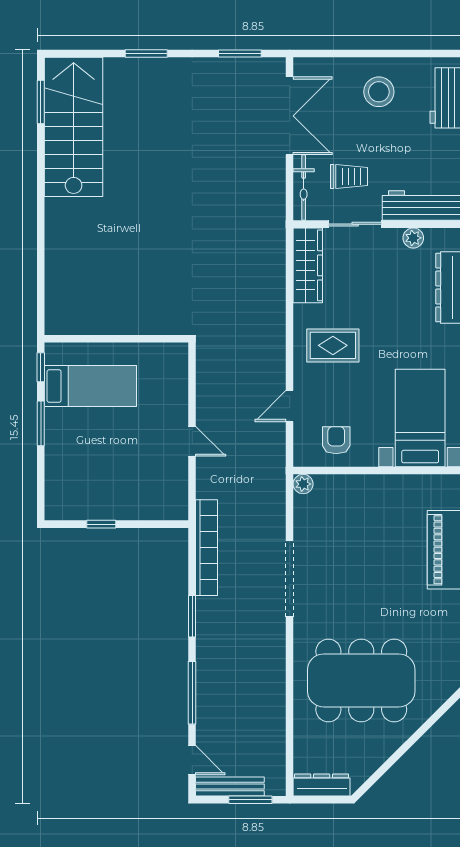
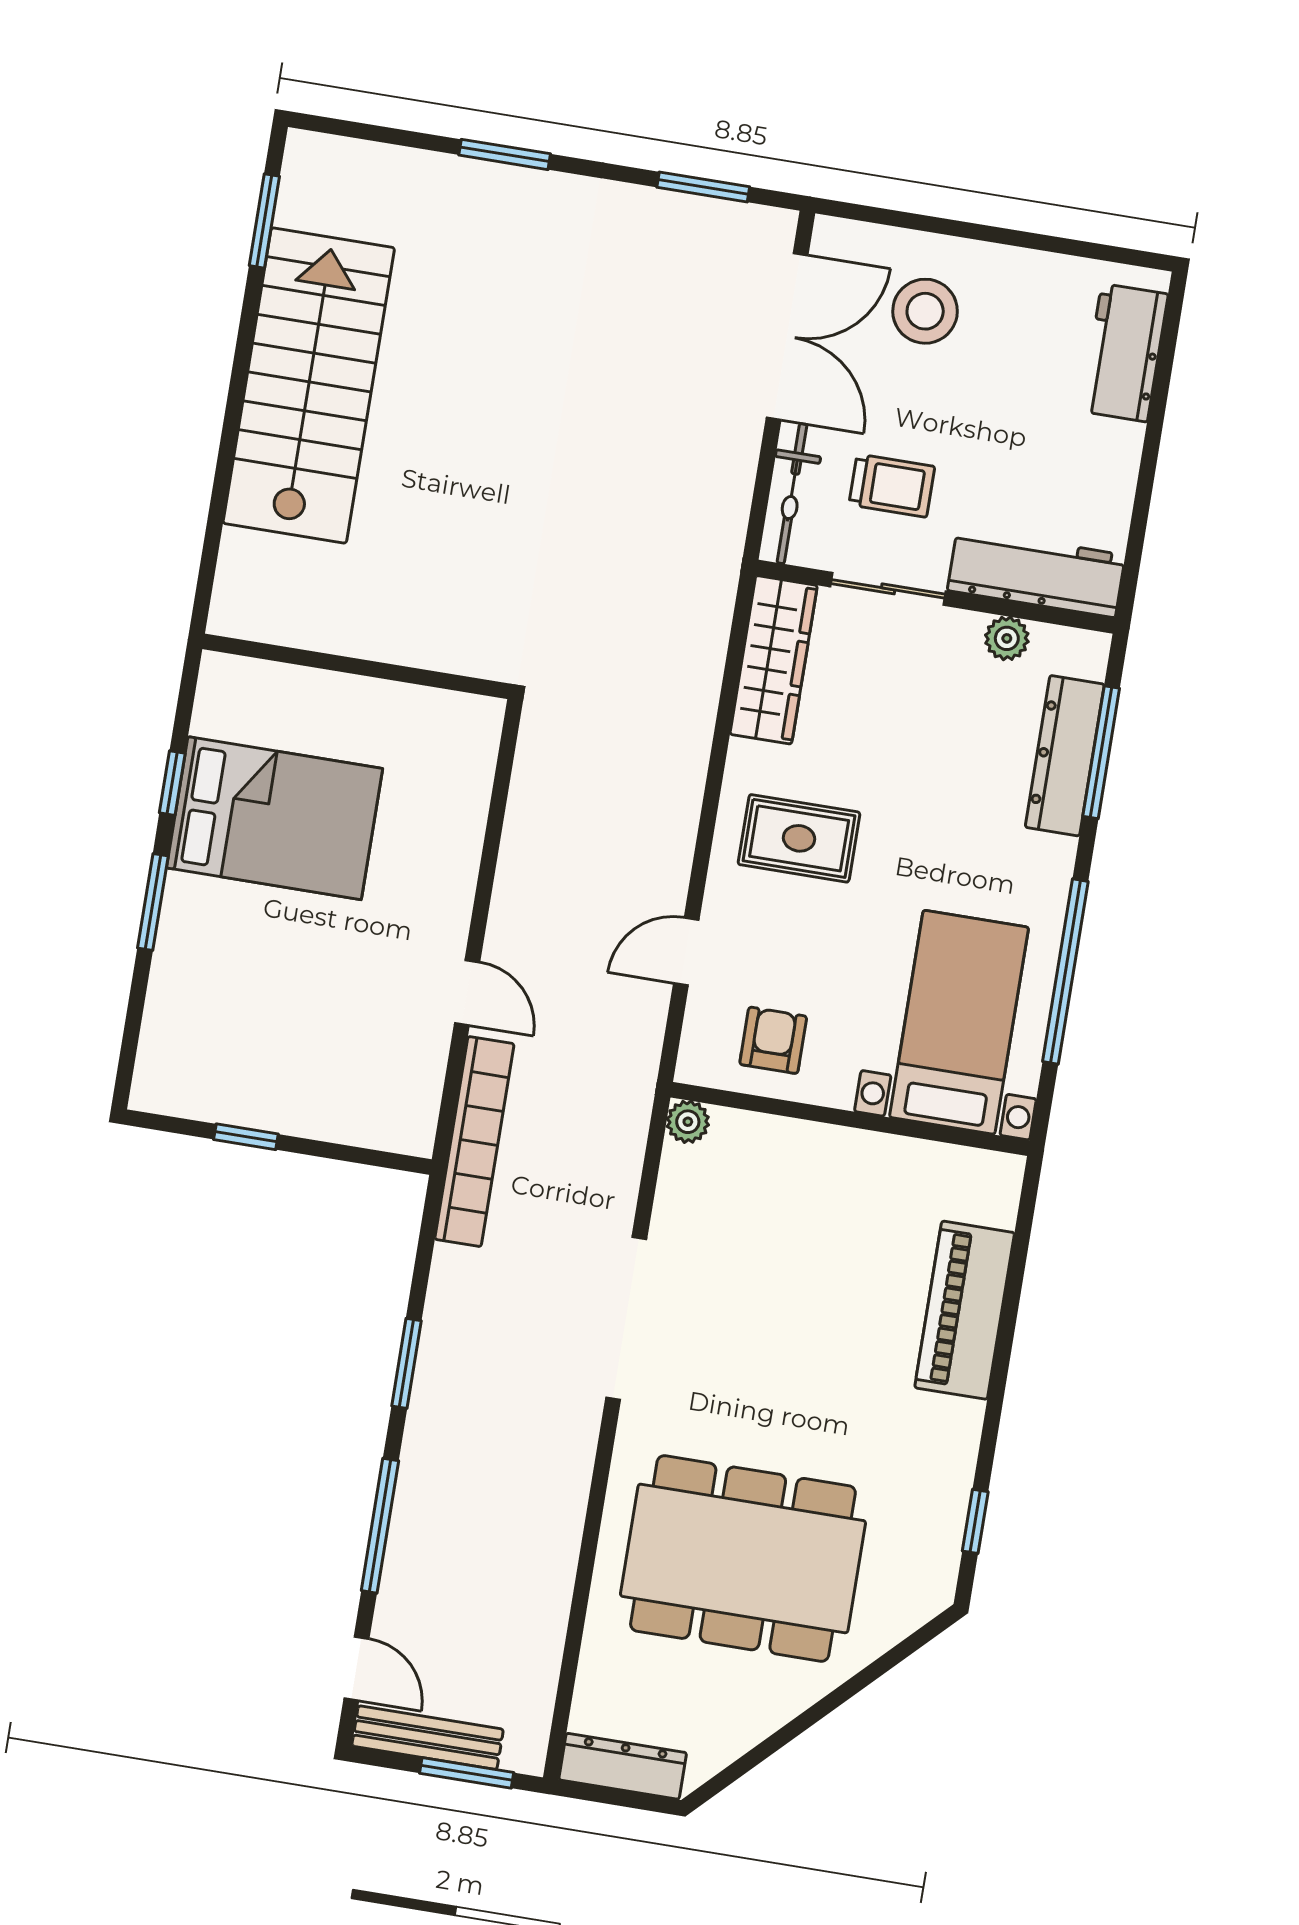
stool: (379, 92) -> (925, 311), moved
stairs: (74, 127) -> (309, 385), moved
wall: (116, 339) -> (356, 666), moved
bed: (90, 386) -> (275, 818), width x1.50
bookcase: (207, 548) -> (474, 1142), moved

